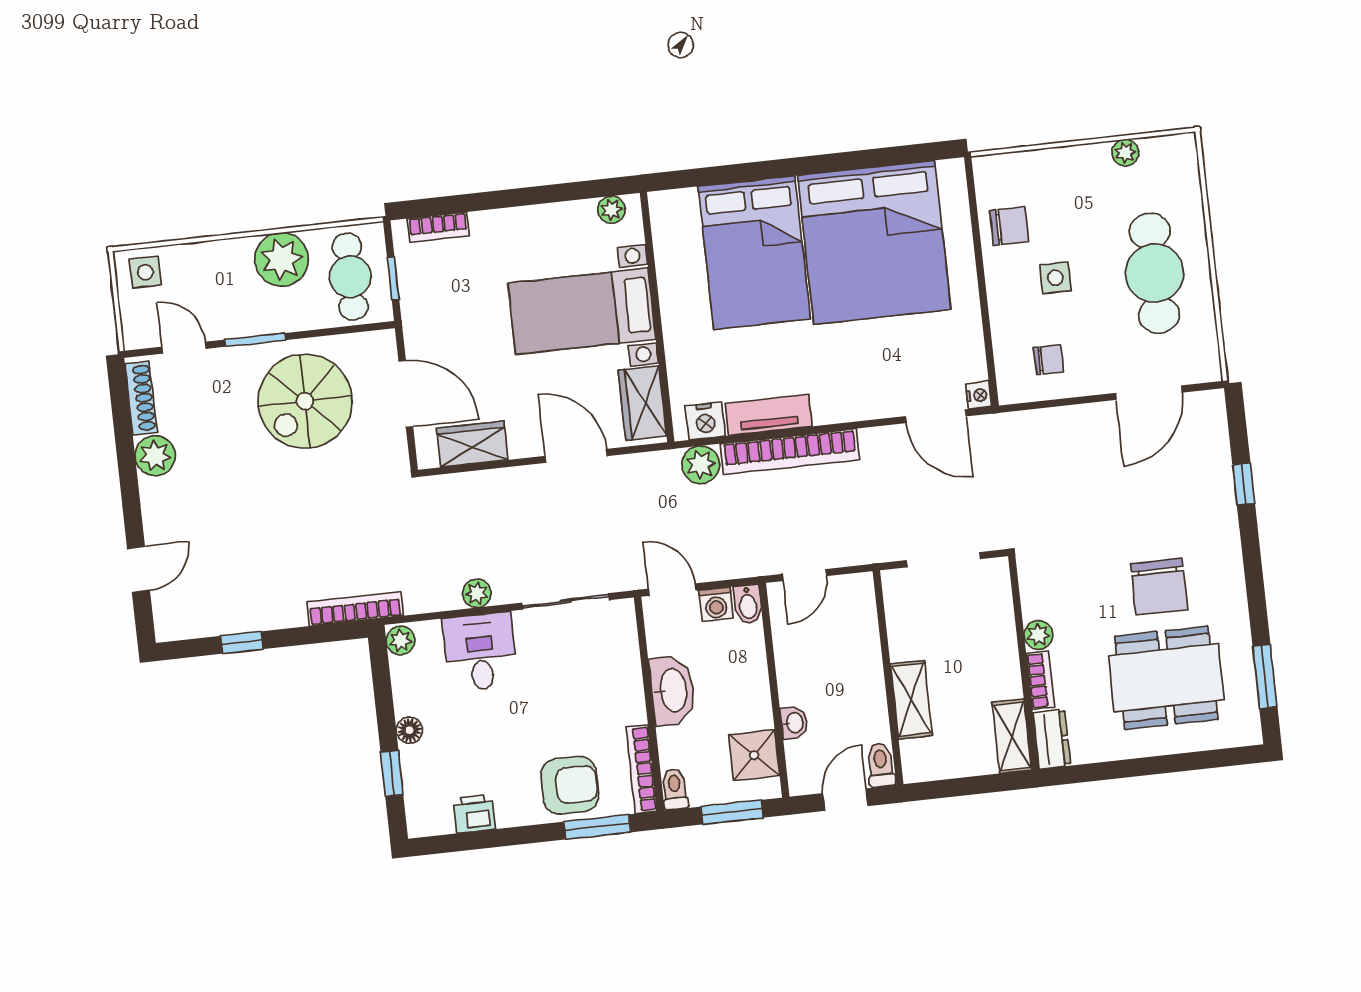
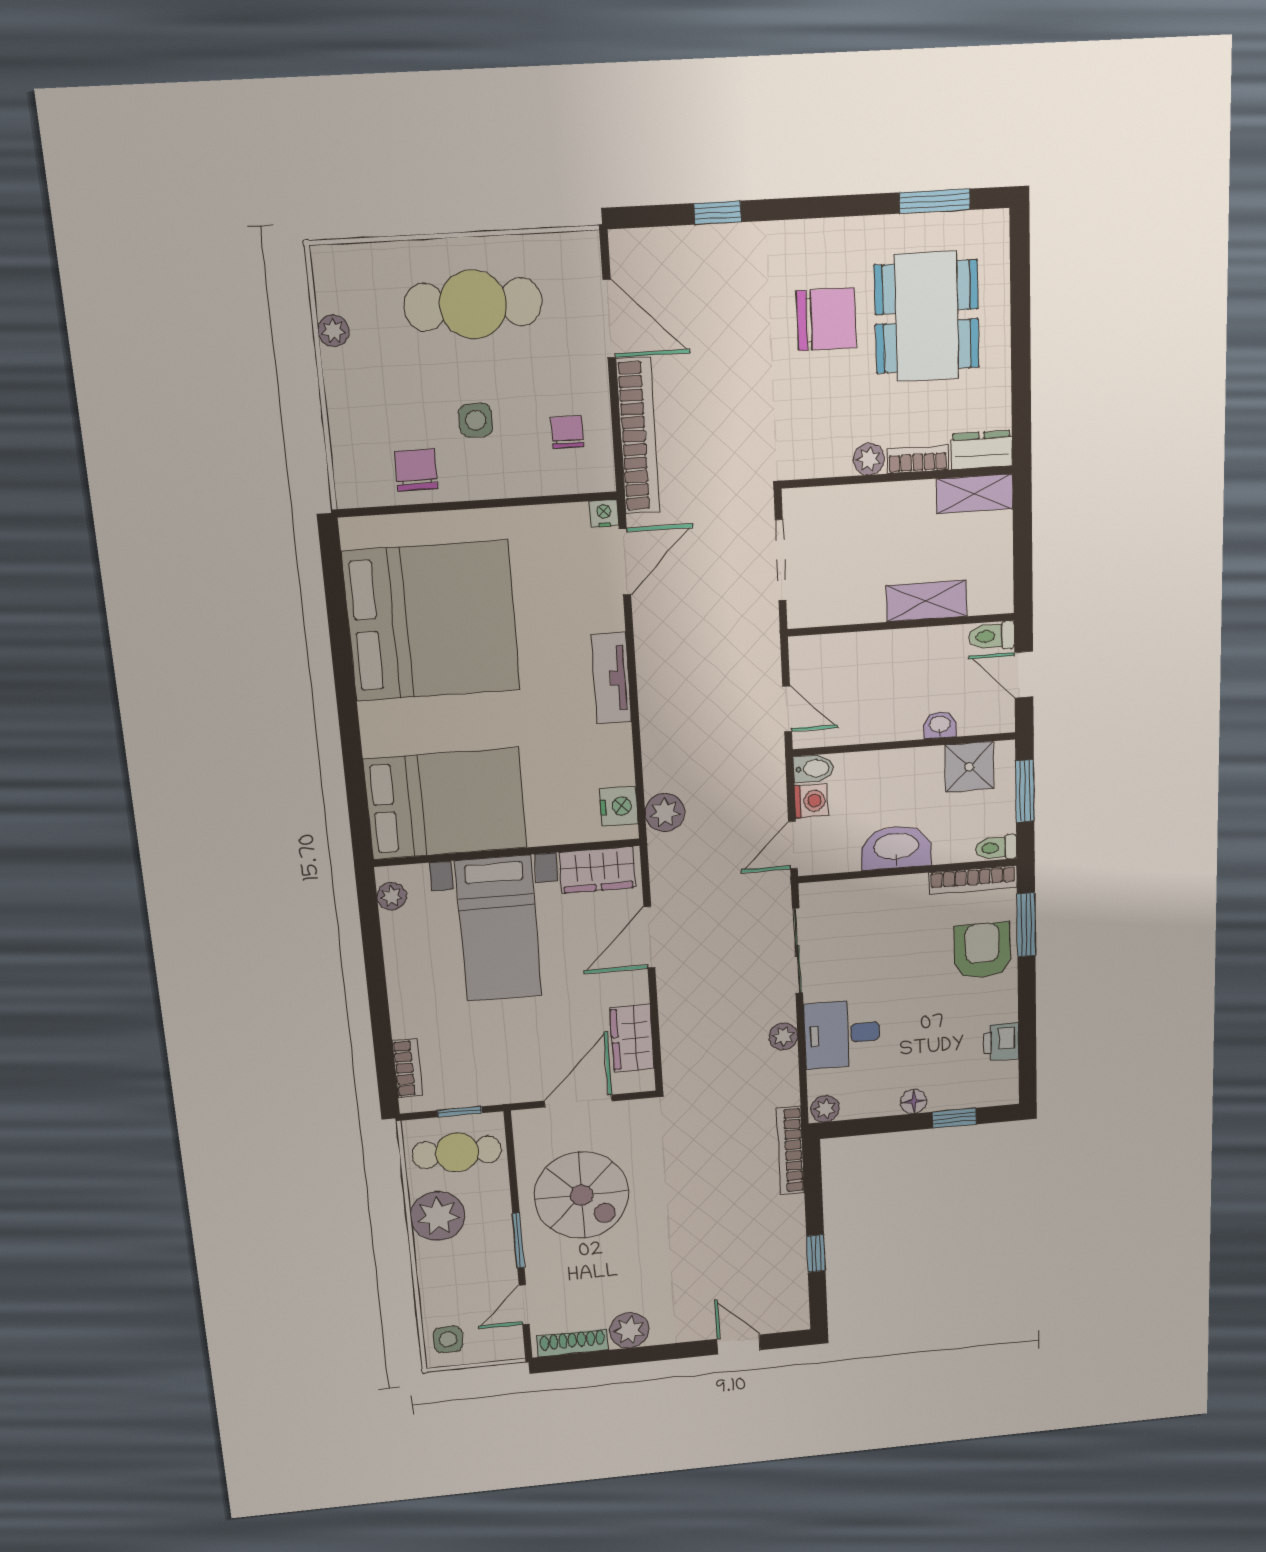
bed: (754, 253) -> (445, 804), moved
tv unit: (769, 415) -> (611, 678), moved
bookcase: (790, 452) -> (638, 436), moved

